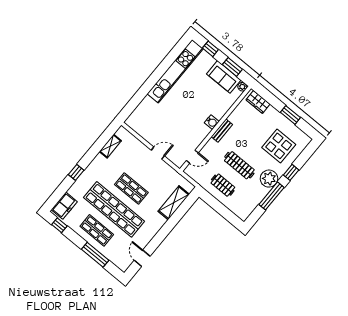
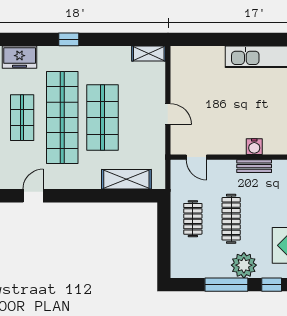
shelving: (110, 146) -> (149, 53), moved
shop shelf: (131, 189) -> (102, 118), width x1.43, depth x1.36

